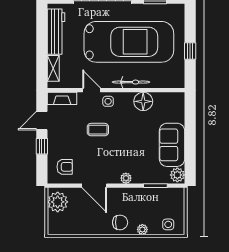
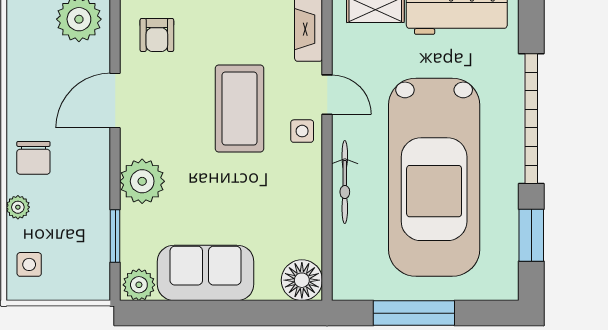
window: (190, 51) -> (414, 313), width x2.17
door: (92, 90) -> (327, 95), hinge flipped
floor lamp: (143, 101) -> (302, 280), moved
coffee table: (98, 130) -> (239, 109), width x1.86, depth x1.72
plant: (126, 178) -> (142, 181), width x1.88, depth x1.88

